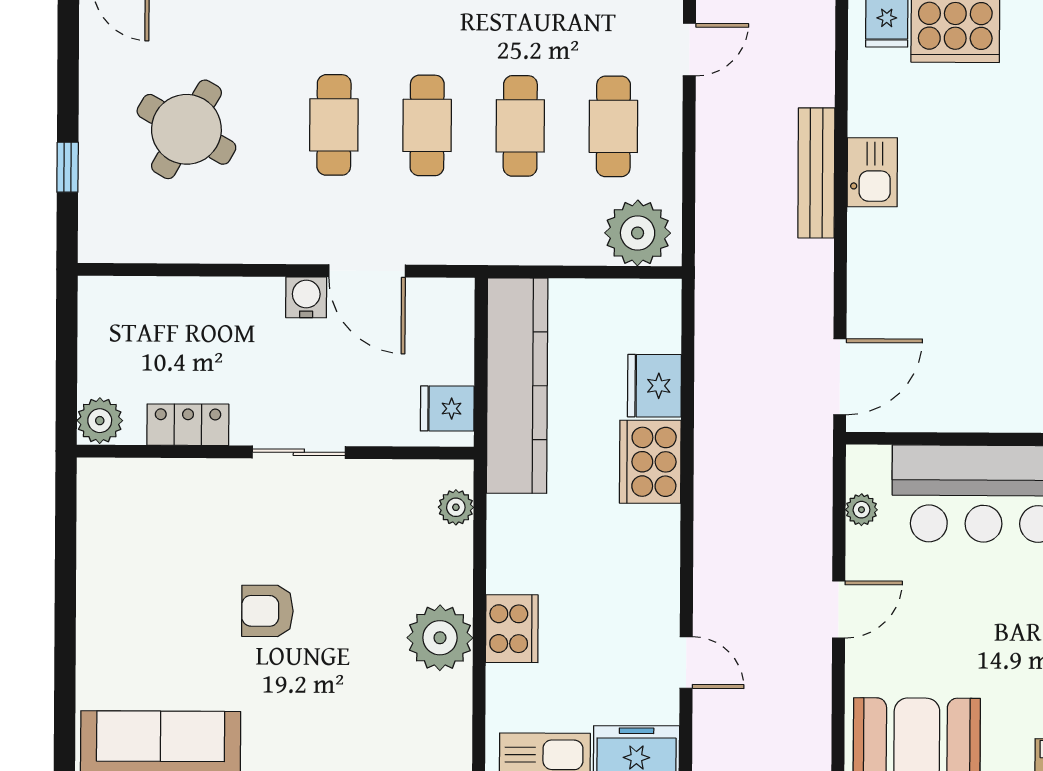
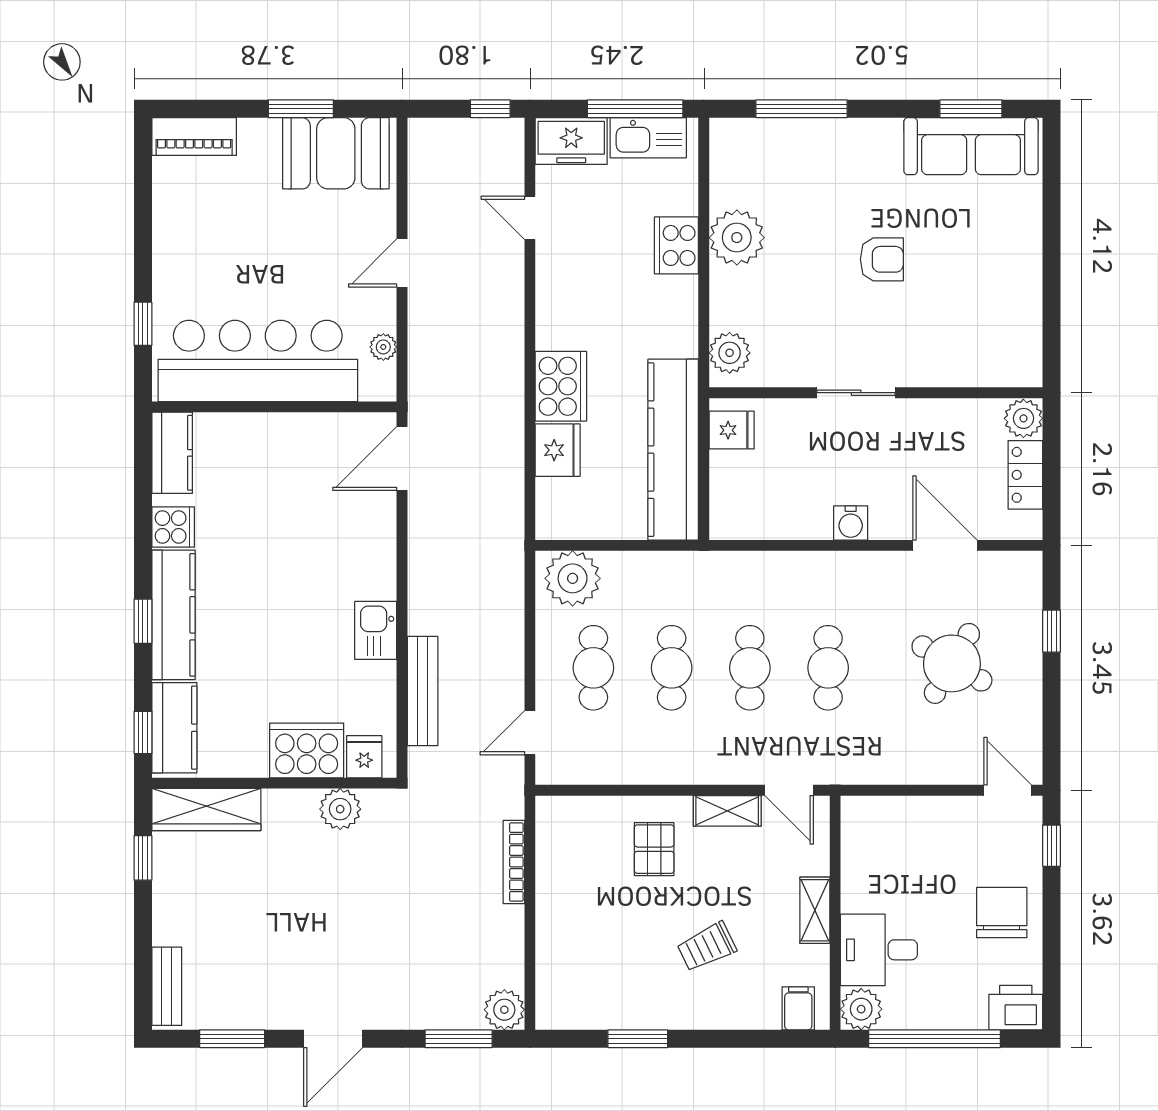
bench: (816, 173) -> (423, 691), moved
door: (367, 271) -> (945, 545), moved
locker: (188, 425) -> (1025, 475), moved, turned 90
plant: (456, 507) -> (730, 353), width x1.38, depth x1.38

